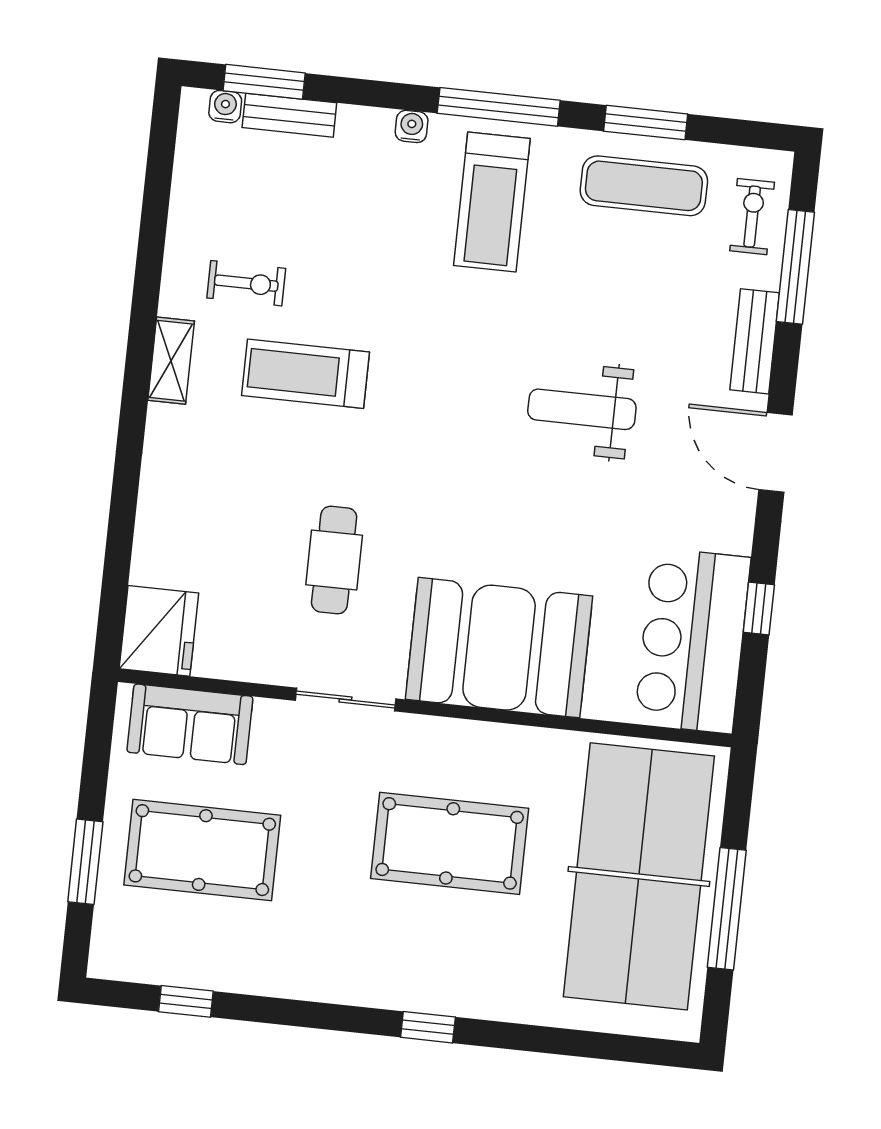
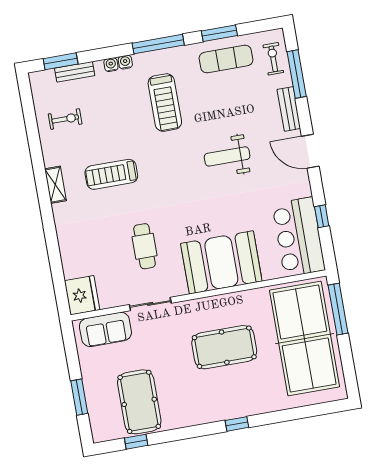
water cooler: (225, 107) -> (111, 65), moved
treadmill: (492, 202) -> (165, 103), moved
exercise bike: (246, 283) -> (65, 119), moved
sliding door: (345, 700) -> (150, 304), moved
pool table: (202, 850) -> (139, 402), moved, turned 90
window: (727, 909) -> (338, 309), moved

